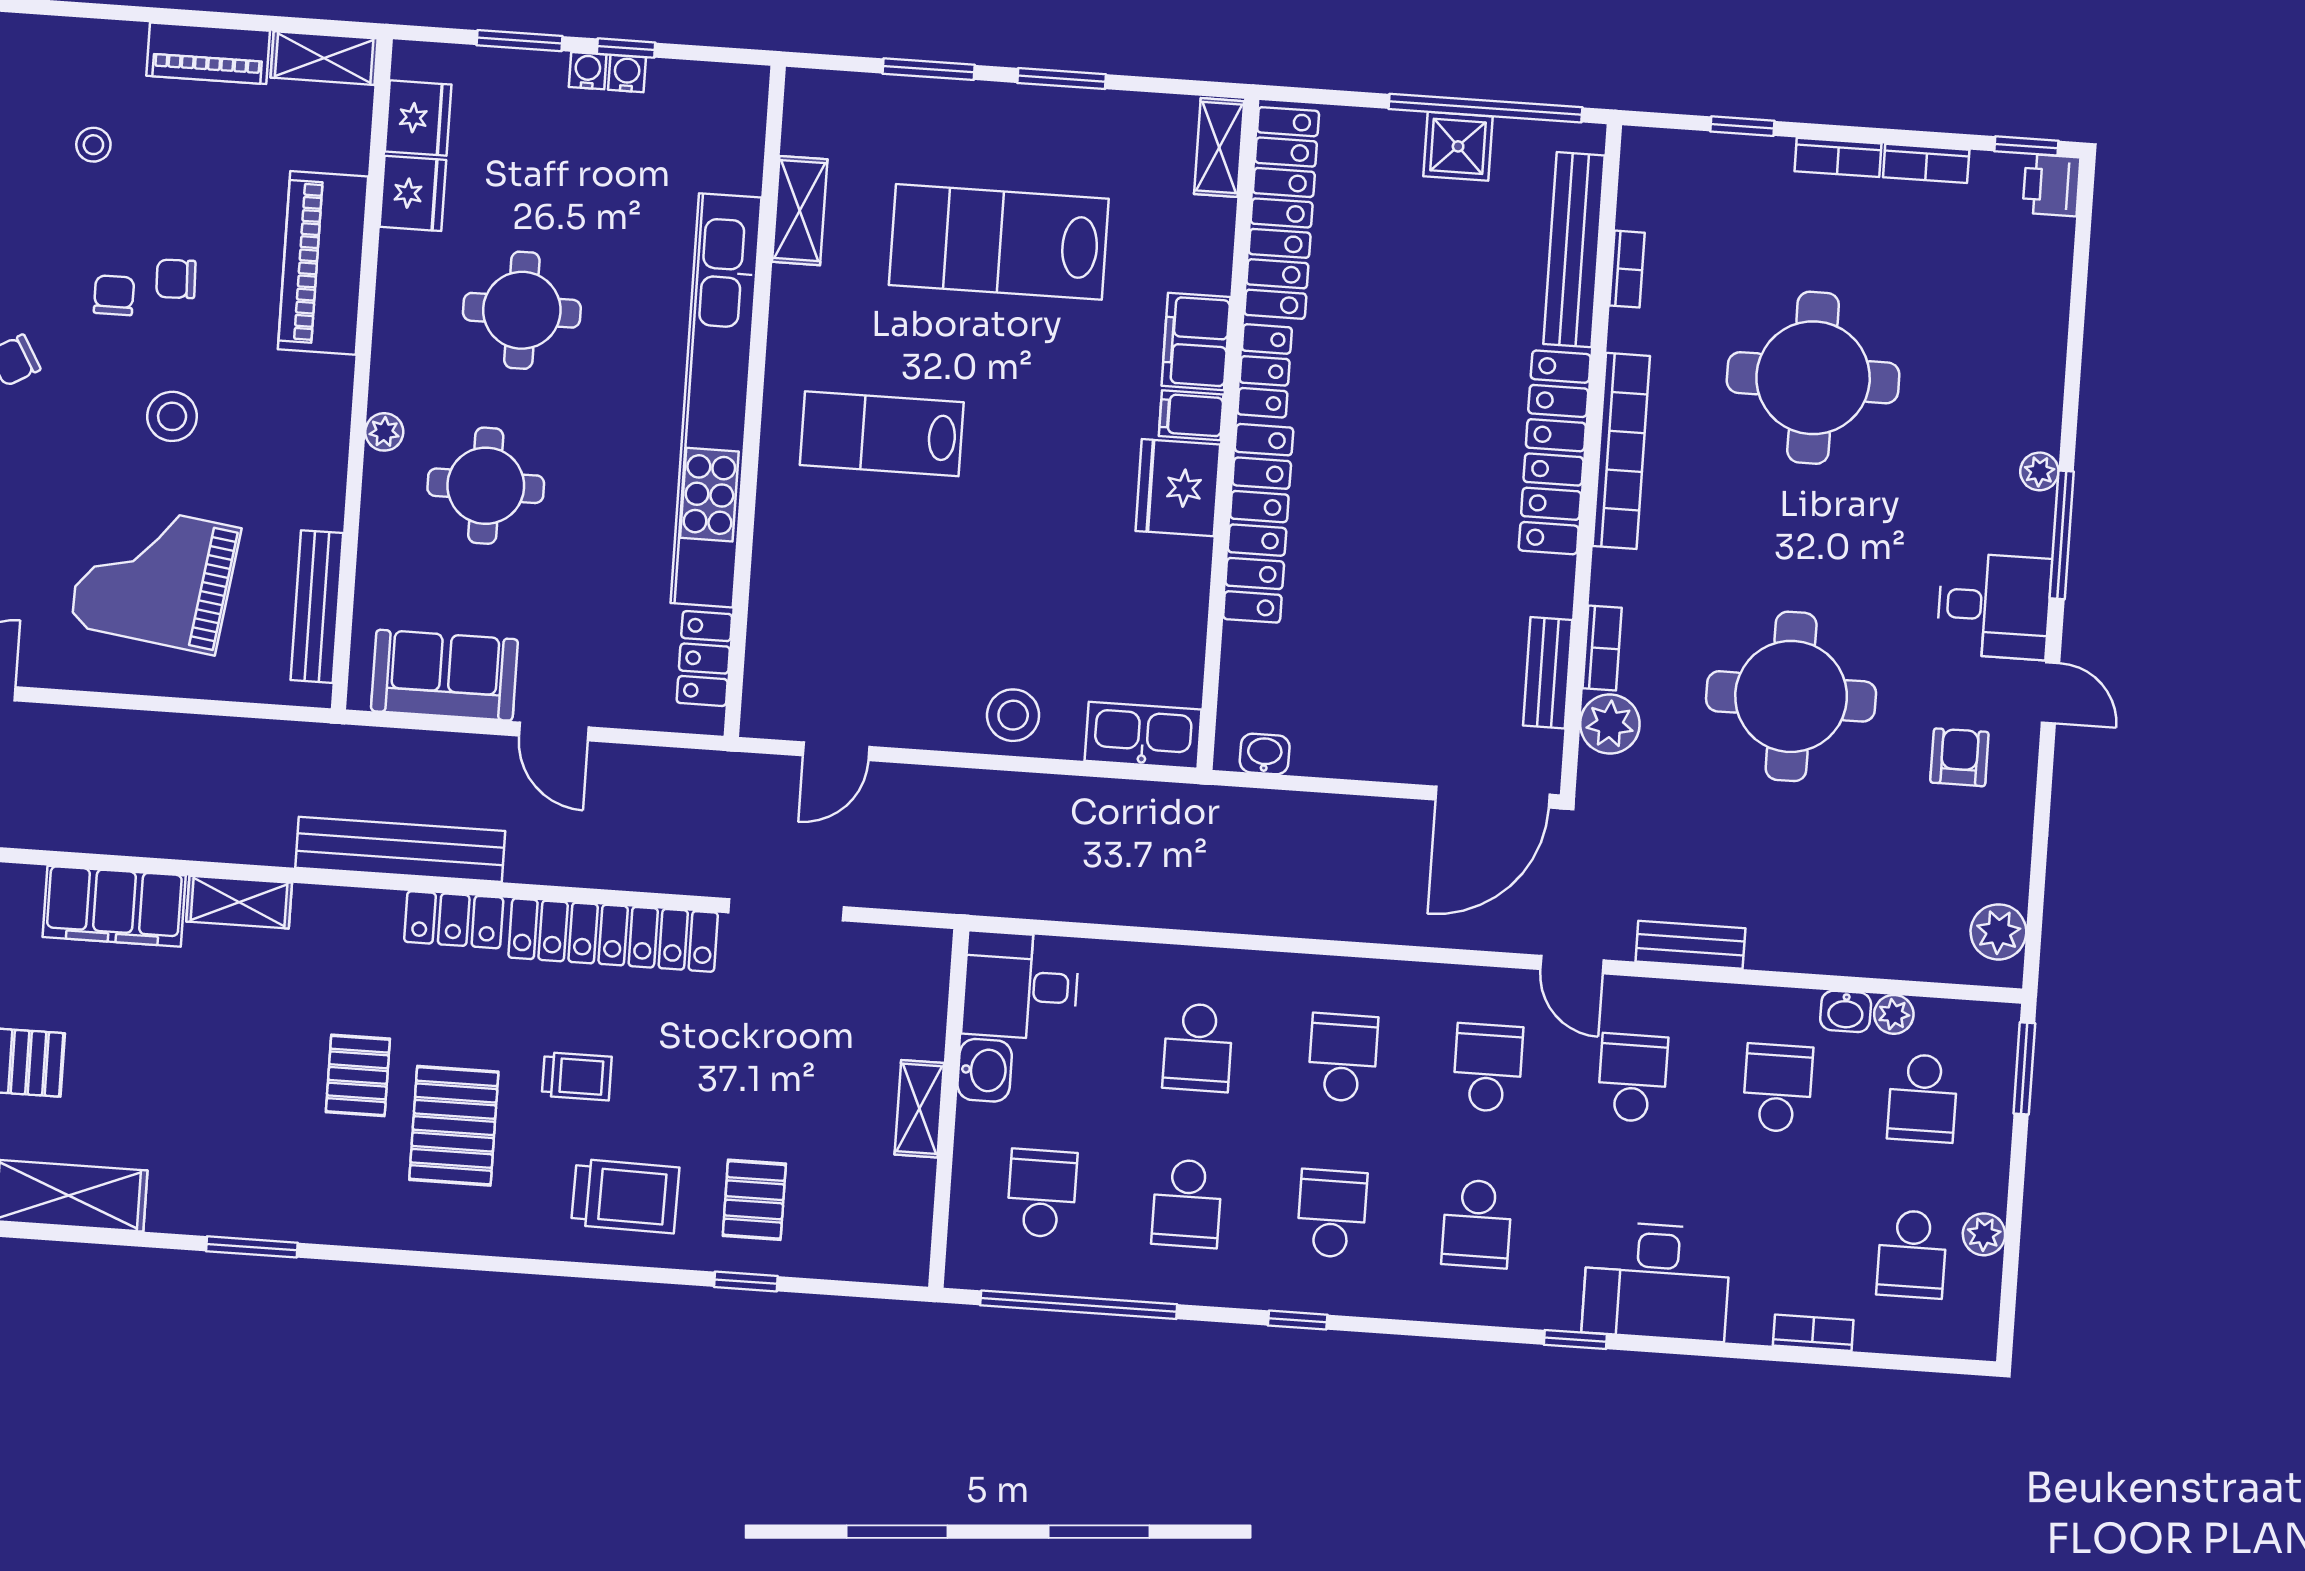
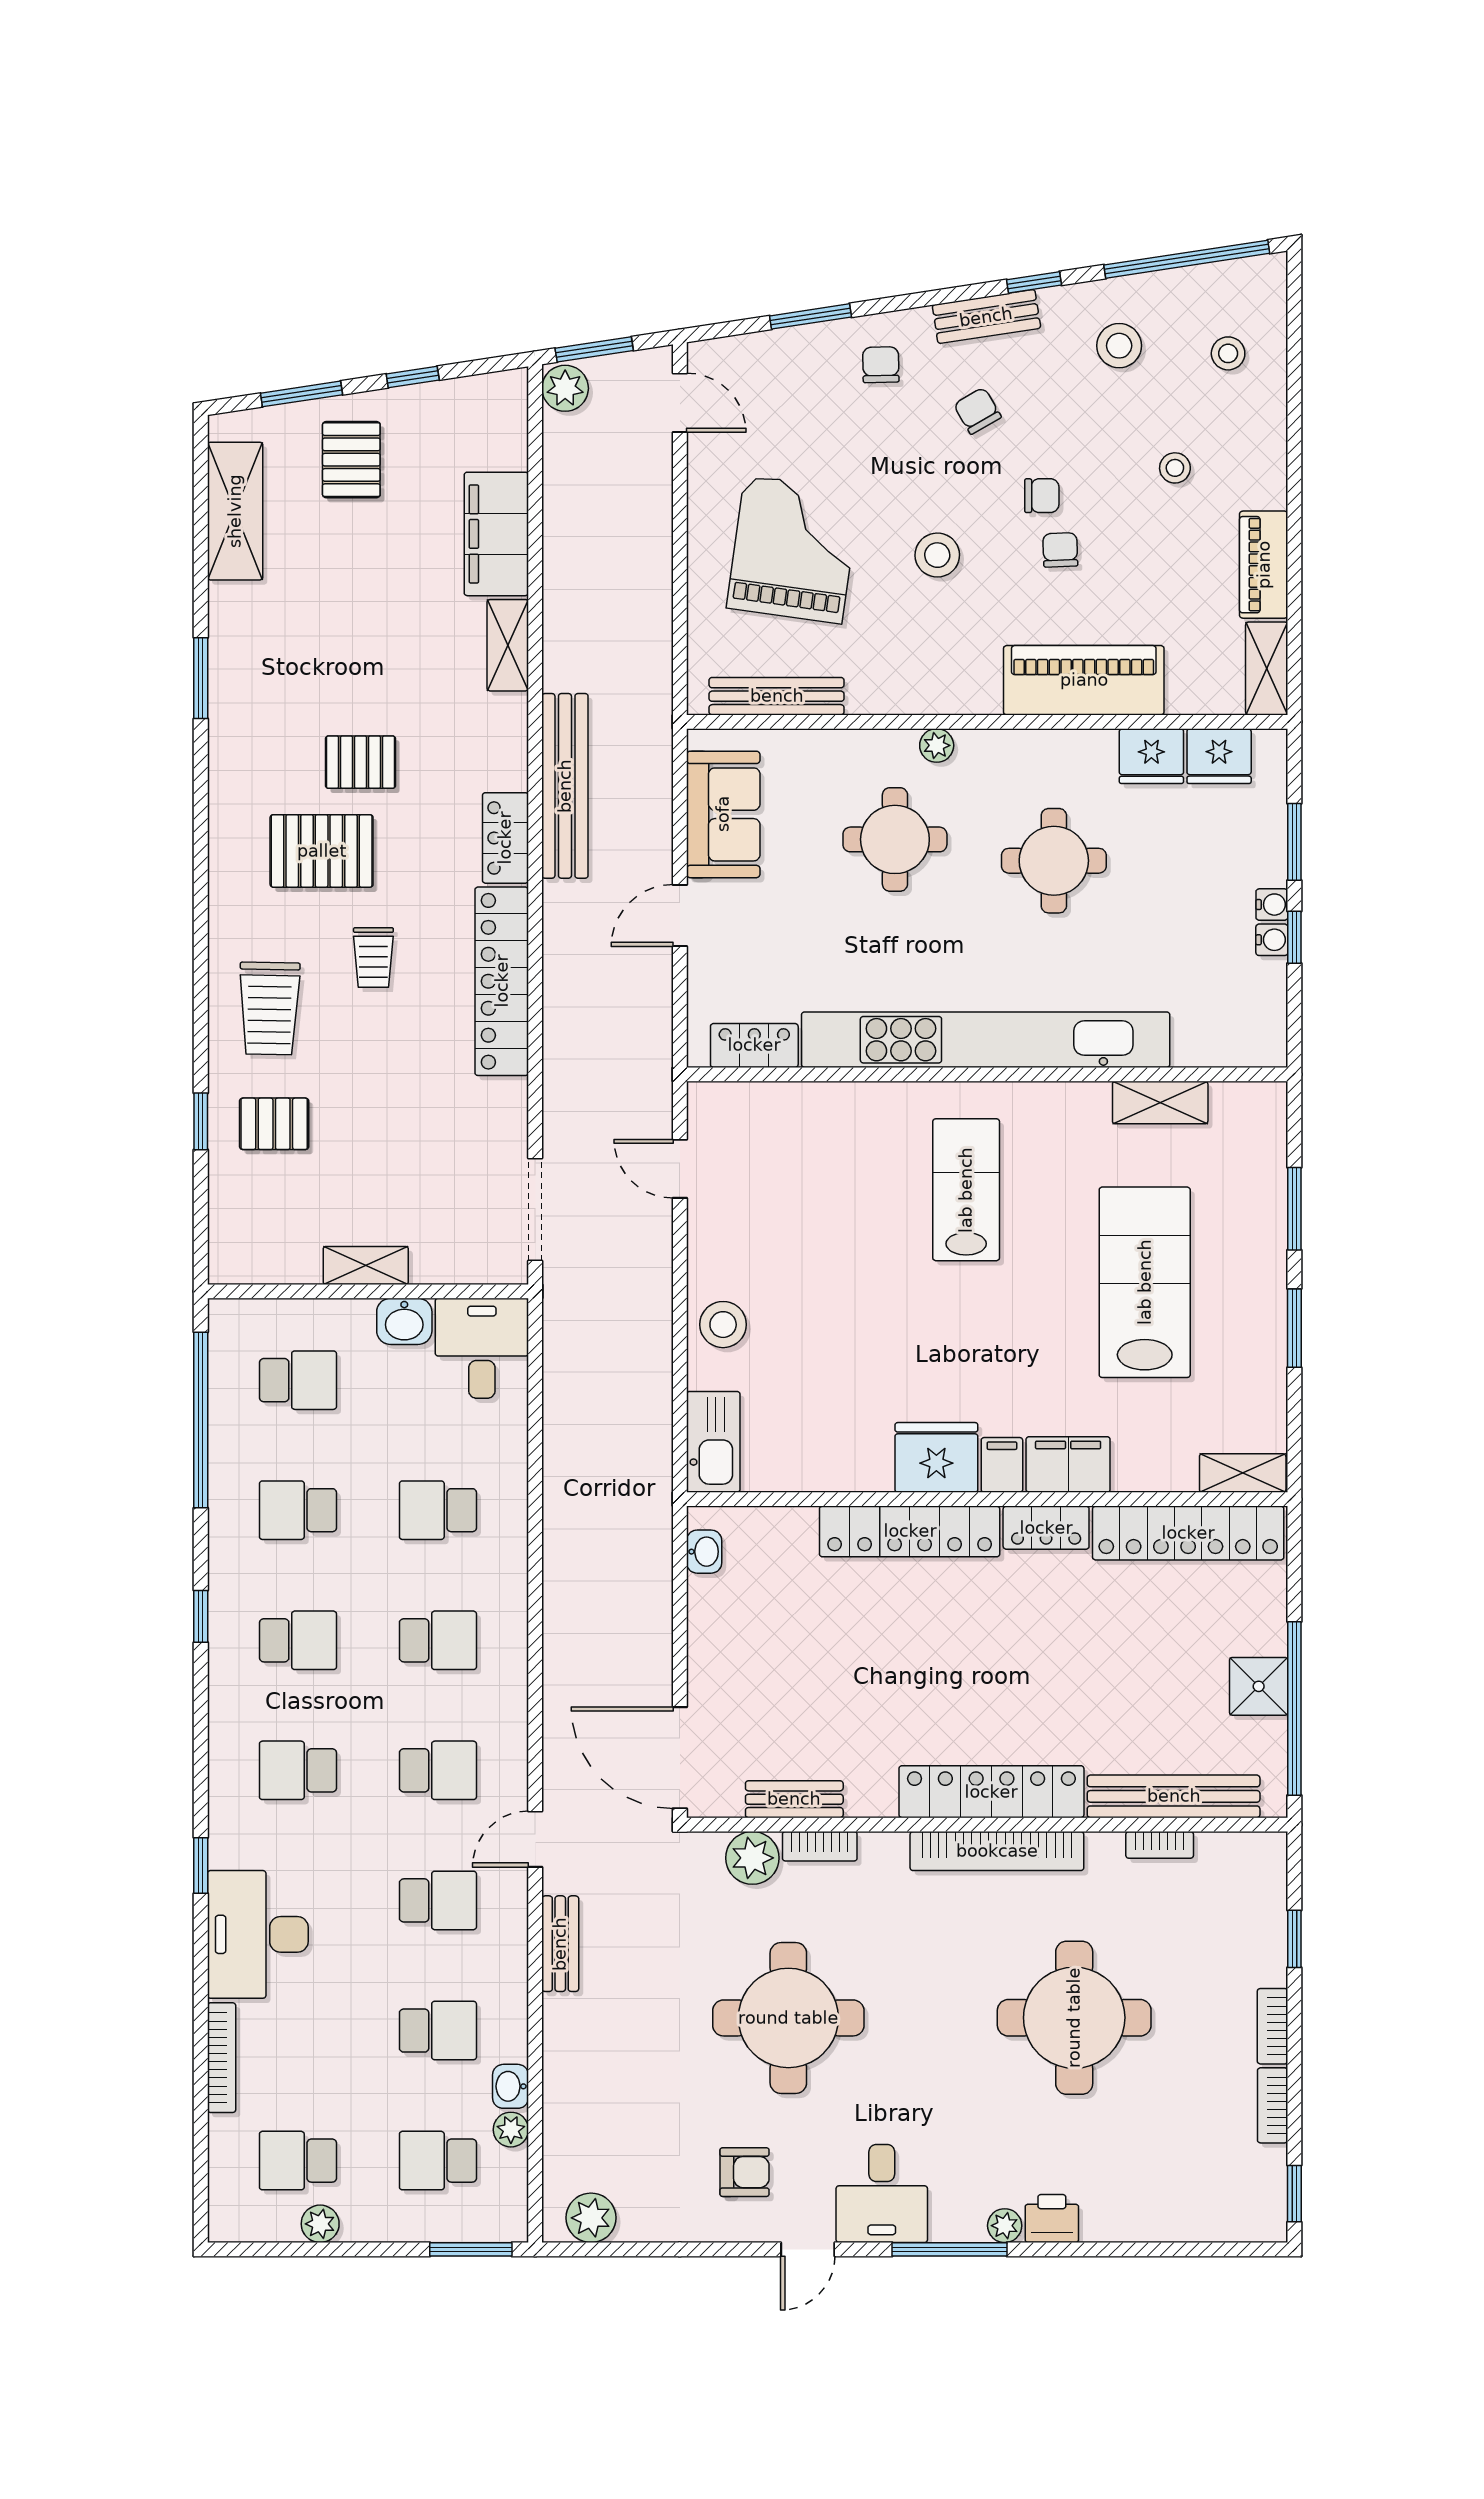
printer: (2051, 185) -> (1052, 2219), moved
doorway: (786, 910) -> (535, 1209), moved
bookcase: (1813, 1333) -> (222, 2058), width x1.56

